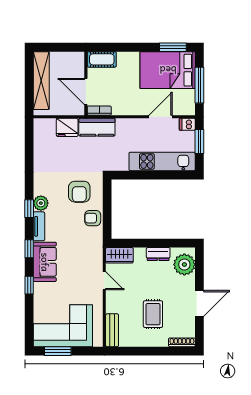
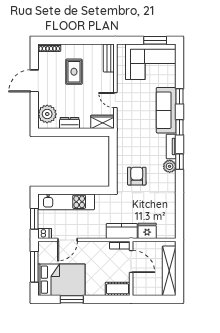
window: (173, 47) -> (72, 299), moved
armchair: (93, 218) -> (125, 154), removed
sofa: (45, 262) -> (166, 110), width x1.36

